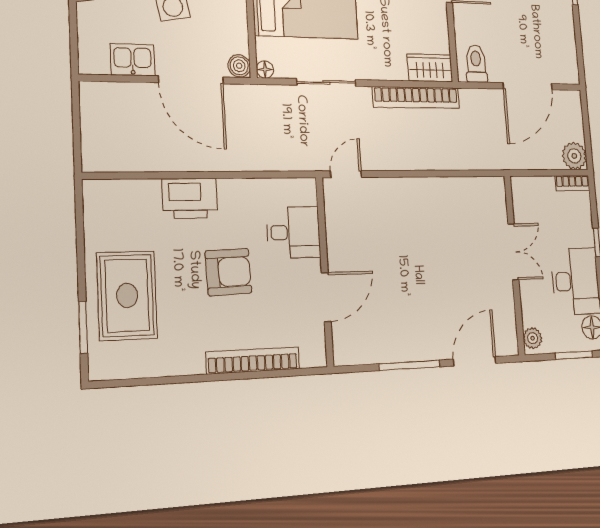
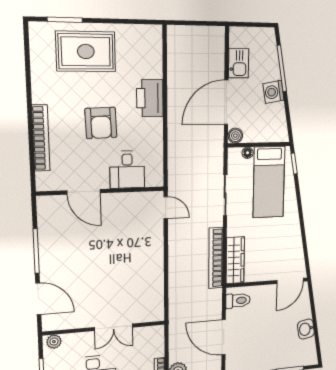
wardrobe: (430, 68) -> (235, 260), width x1.50
floor lamp: (265, 69) -> (248, 153), moved

